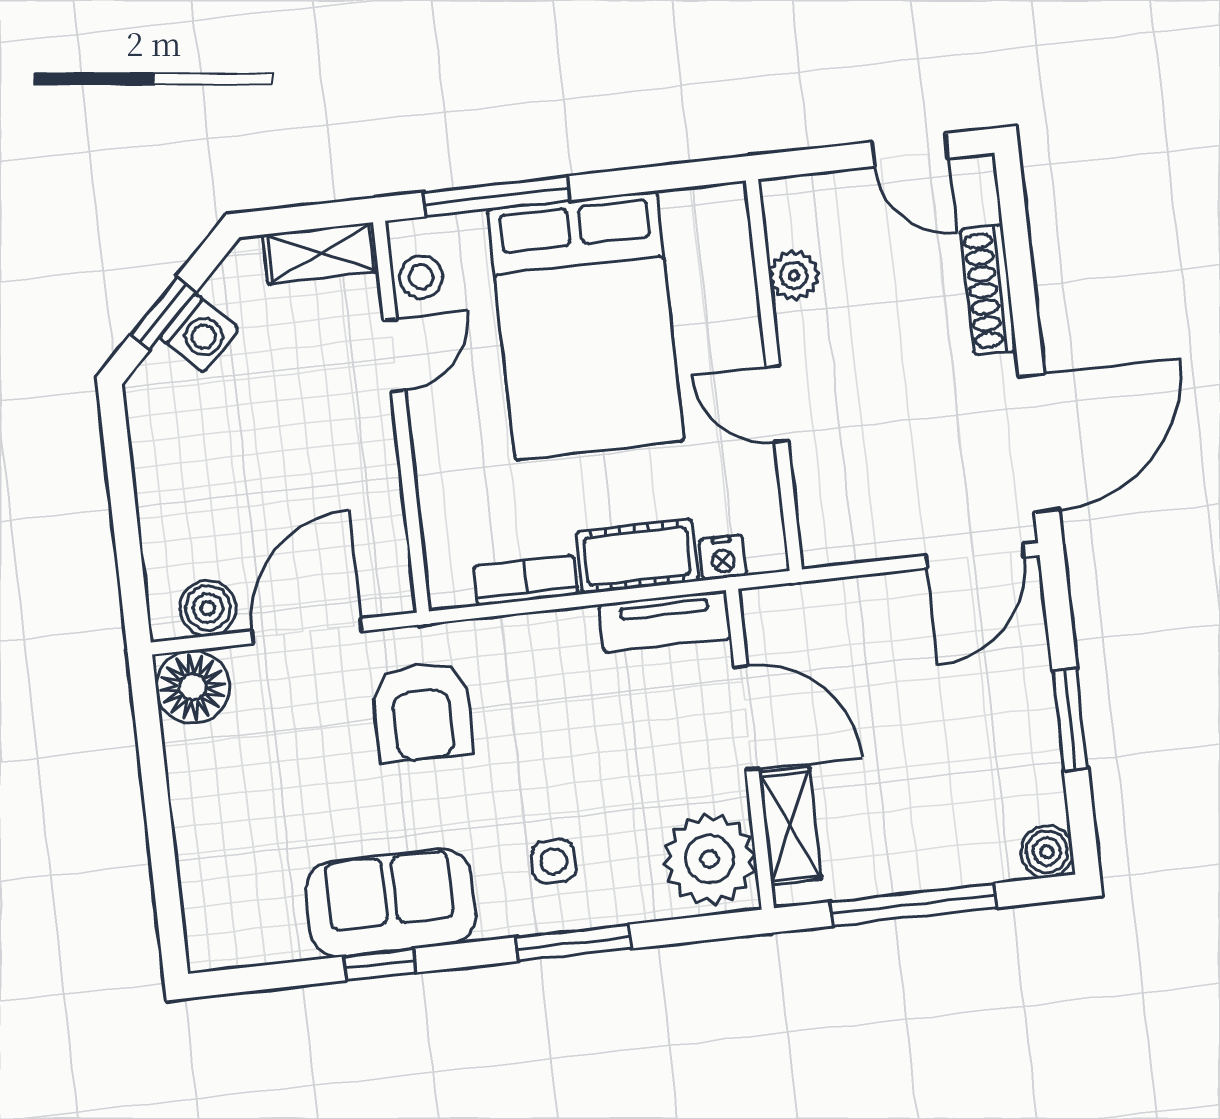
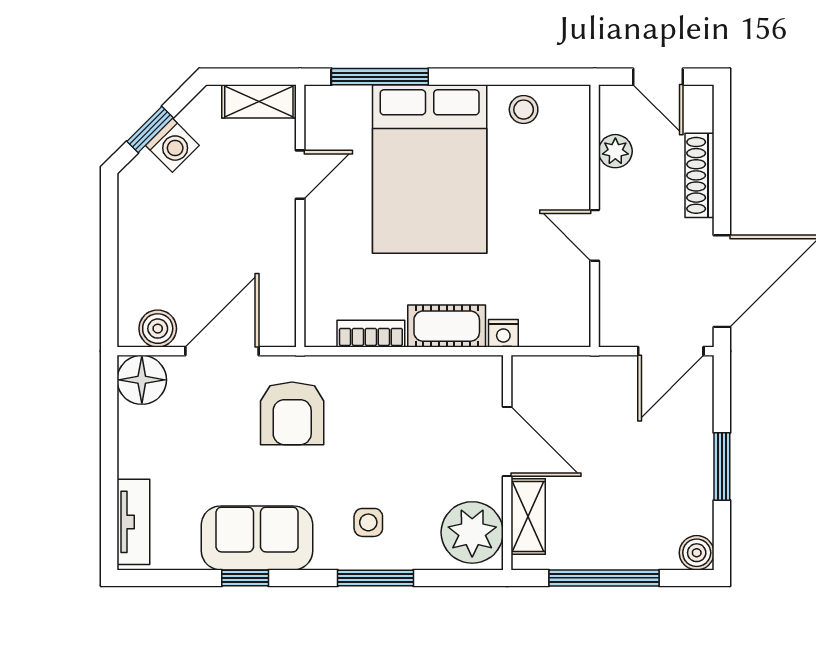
plant: (794, 275) -> (615, 151), moved
stool: (421, 277) -> (524, 110), moved
wall: (774, 375) -> (595, 216), moved
door: (777, 404) -> (595, 235), moved
tv unit: (665, 621) -> (133, 522), moved, turned -90

